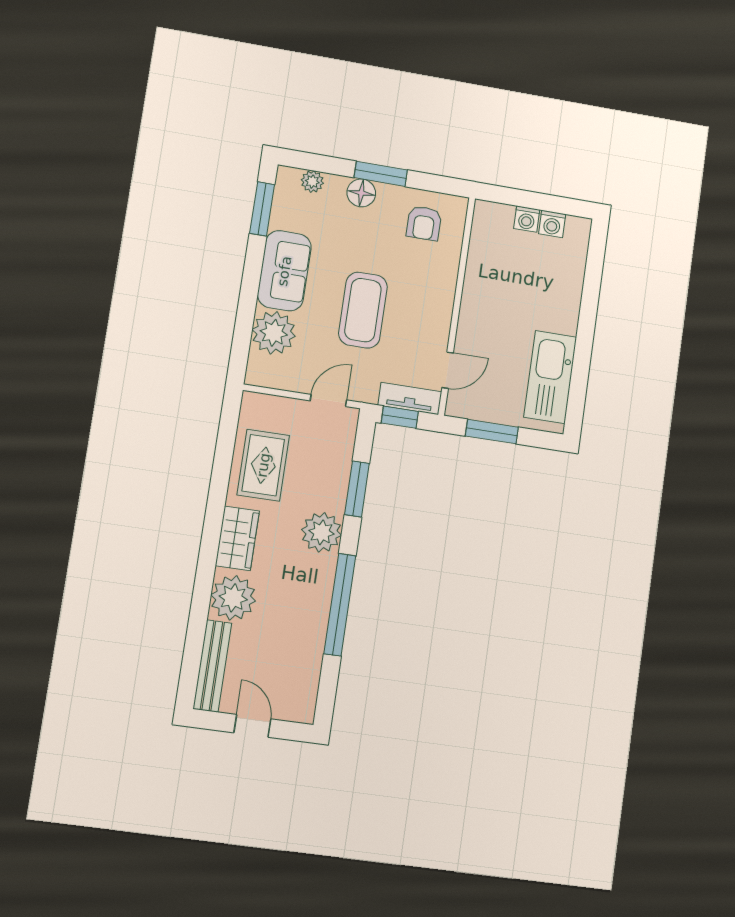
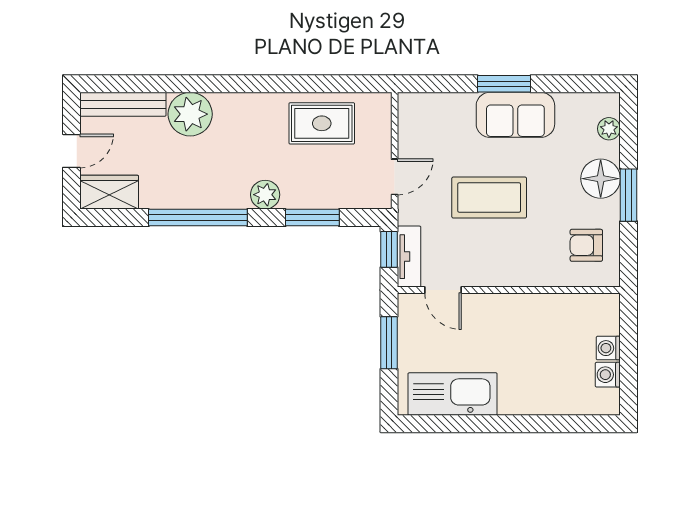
floor lamp: (361, 193) -> (601, 179), width x1.38, depth x1.38
window: (262, 209) -> (504, 84), moved
plant: (274, 333) -> (452, 114), removed
door: (328, 400) -> (395, 177), hinge flipped
plant: (322, 532) -> (265, 195), width x0.73, depth x0.73
wardrobe: (237, 538) -> (109, 192), moved, turned 180

